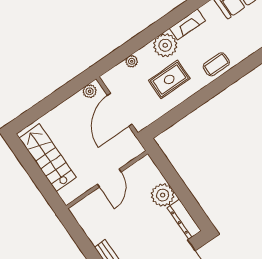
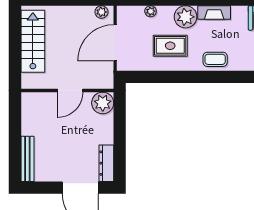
plant: (163, 195) -> (103, 103), moved

